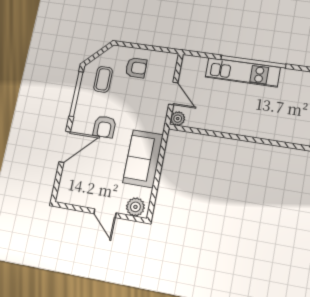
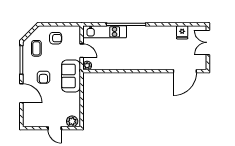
kitchen unit: (243, 72) -> (105, 32), moved
door: (65, 147) -> (21, 93), hinge flipped
sofa: (143, 159) -> (71, 76), moved

